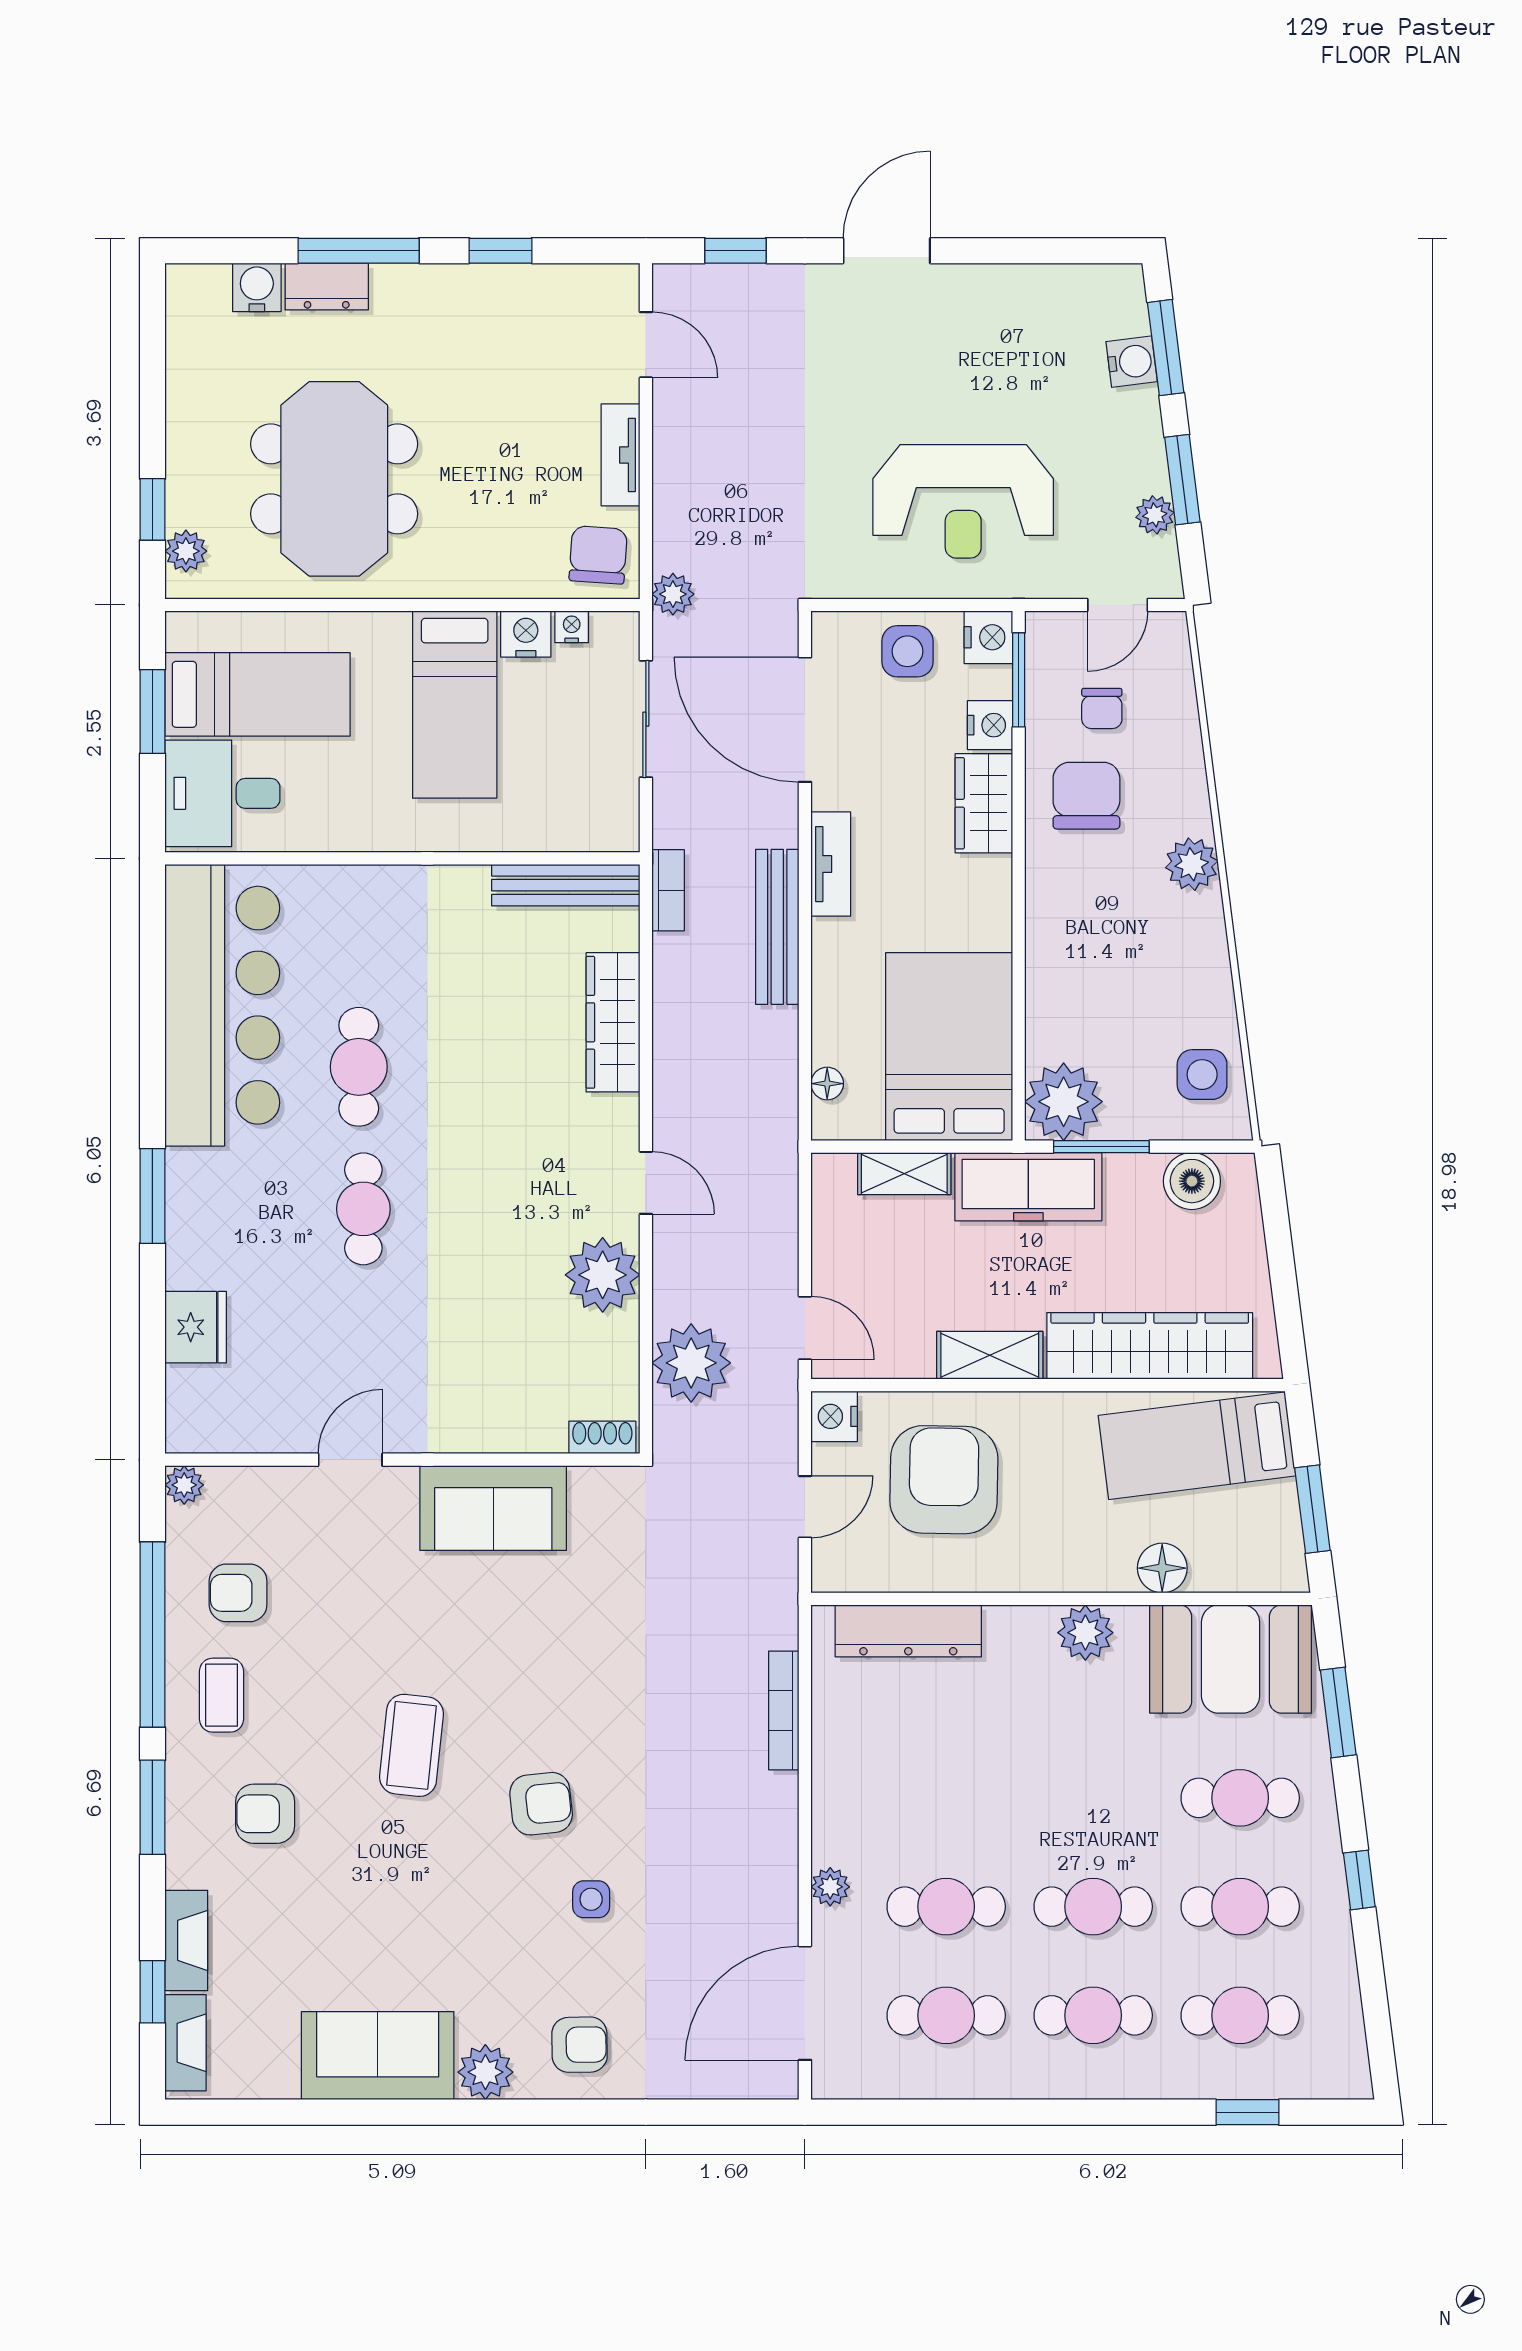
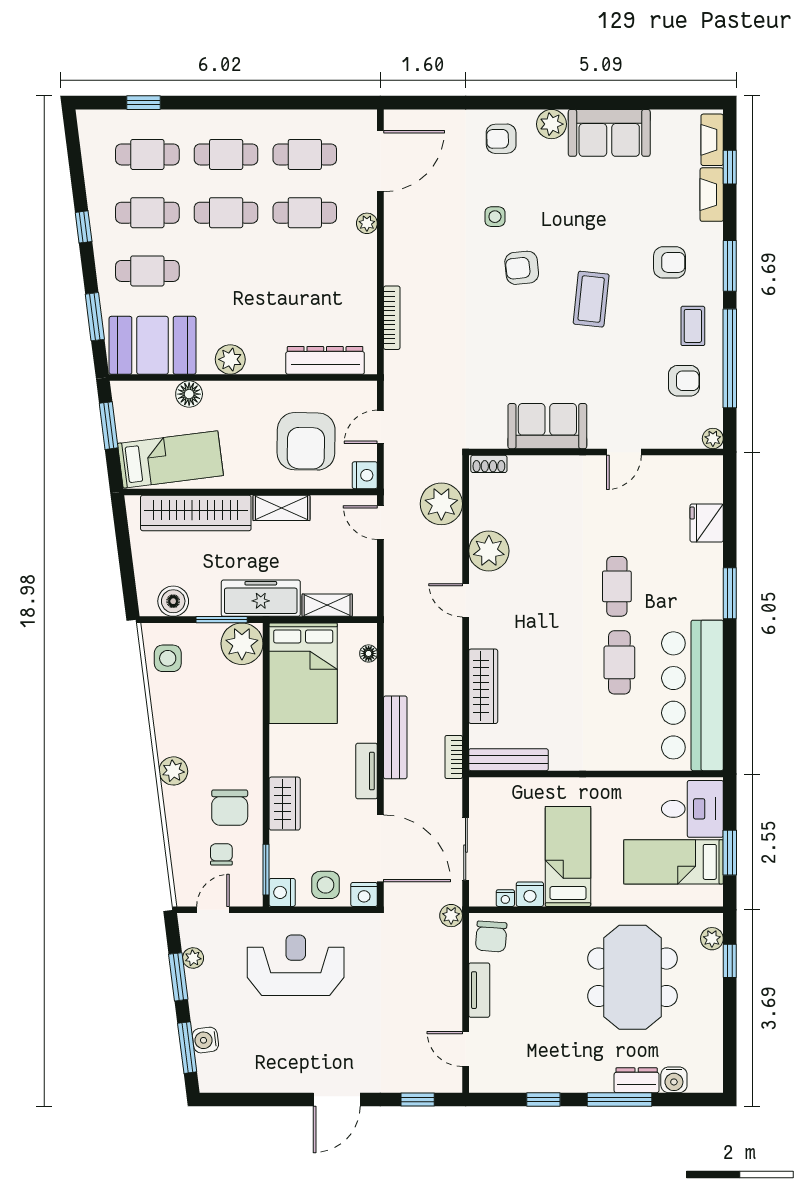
nightstand: (990, 725) -> (364, 894), moved, turned -90

